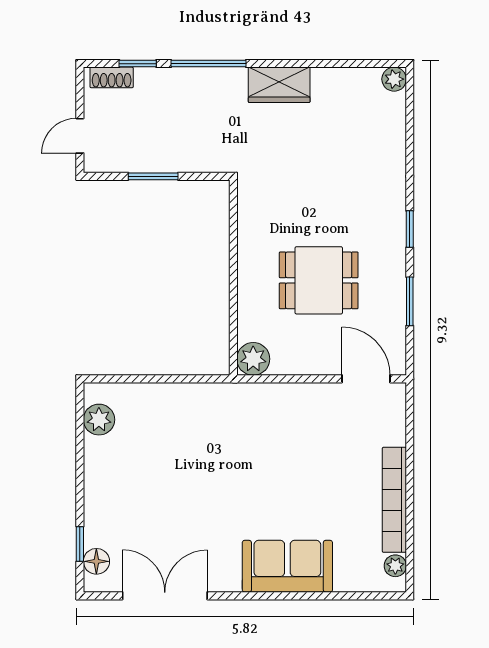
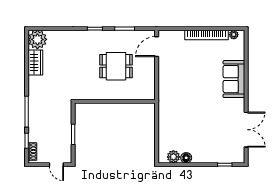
plant: (394, 79) -> (37, 39), width x1.88, depth x1.88
wardrobe: (279, 85) -> (35, 63), moved
dining table: (319, 280) -> (116, 66), turned 90
plant: (253, 359) -> (148, 93), removed
floor lamp: (96, 561) -> (186, 158), moved
double door: (165, 596) -> (246, 130), swing flipped

